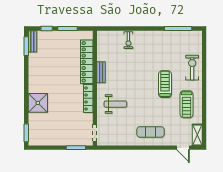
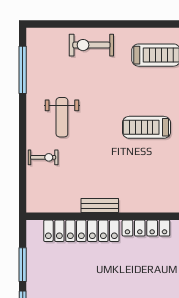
treadmill: (165, 84) -> (146, 127), moved
weight bench: (115, 104) -> (62, 117), moved, turned 180

